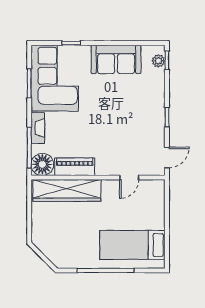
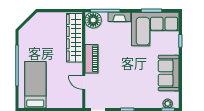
piano: (75, 167) -> (92, 59), moved

